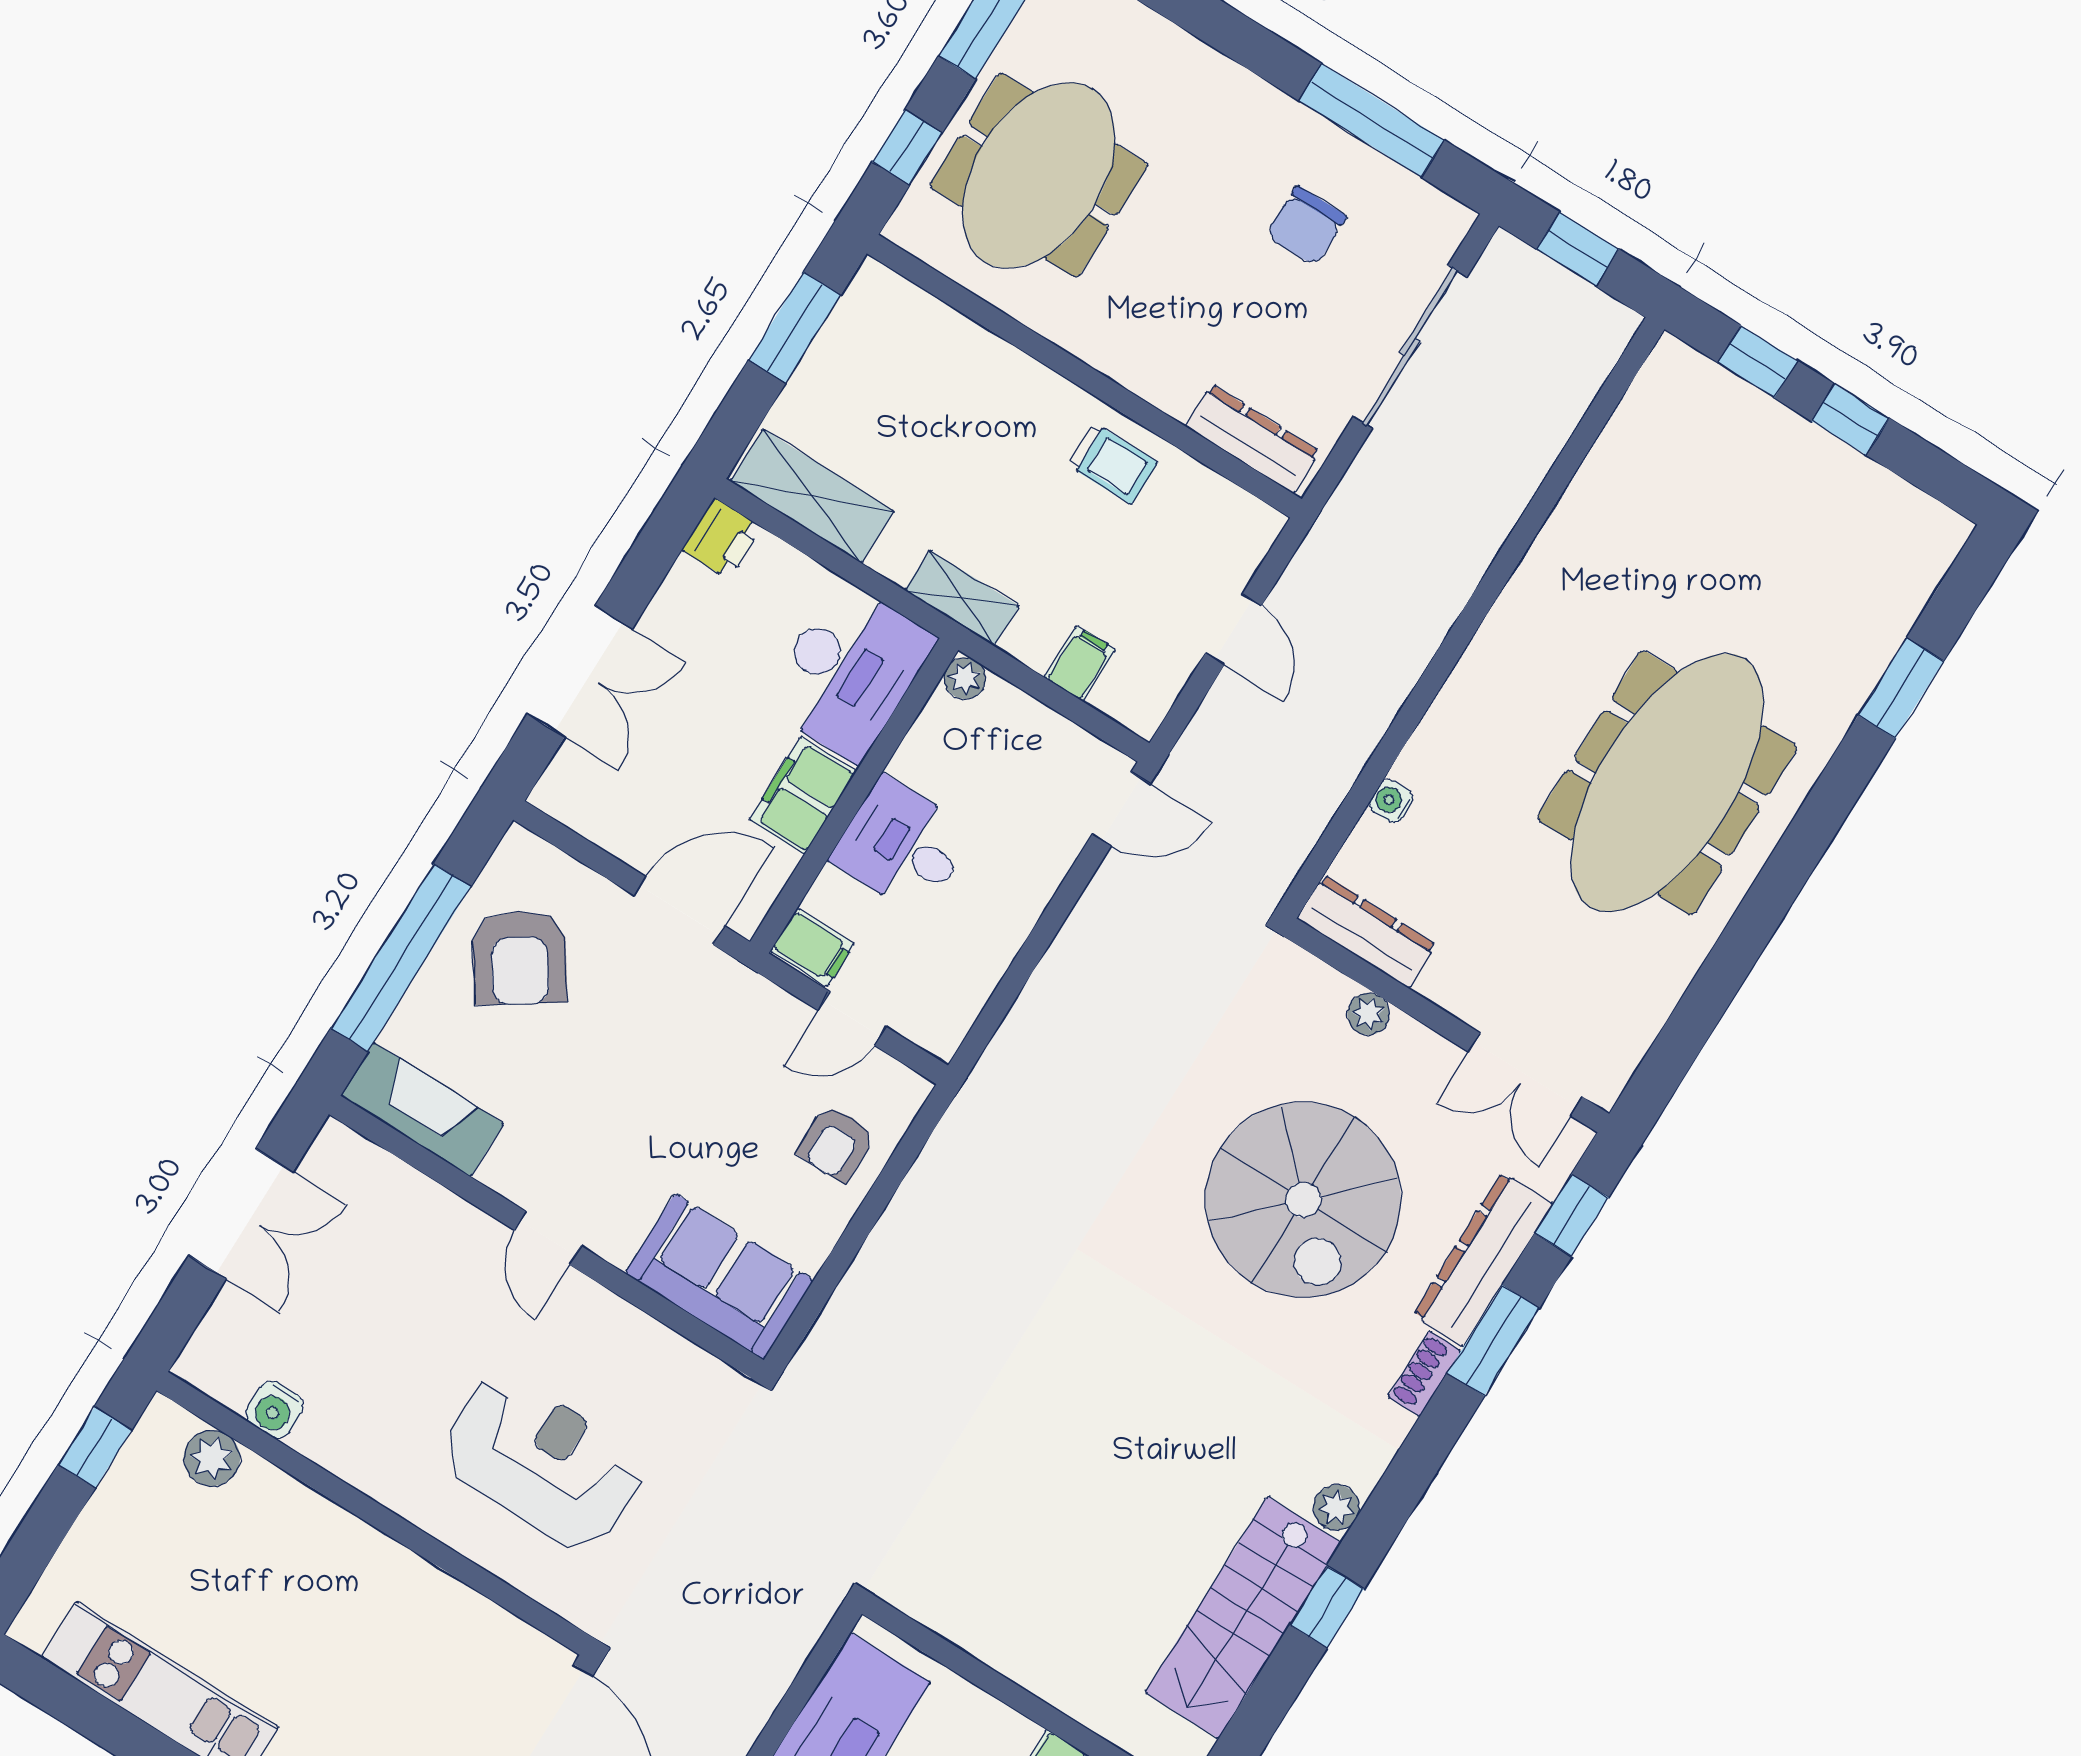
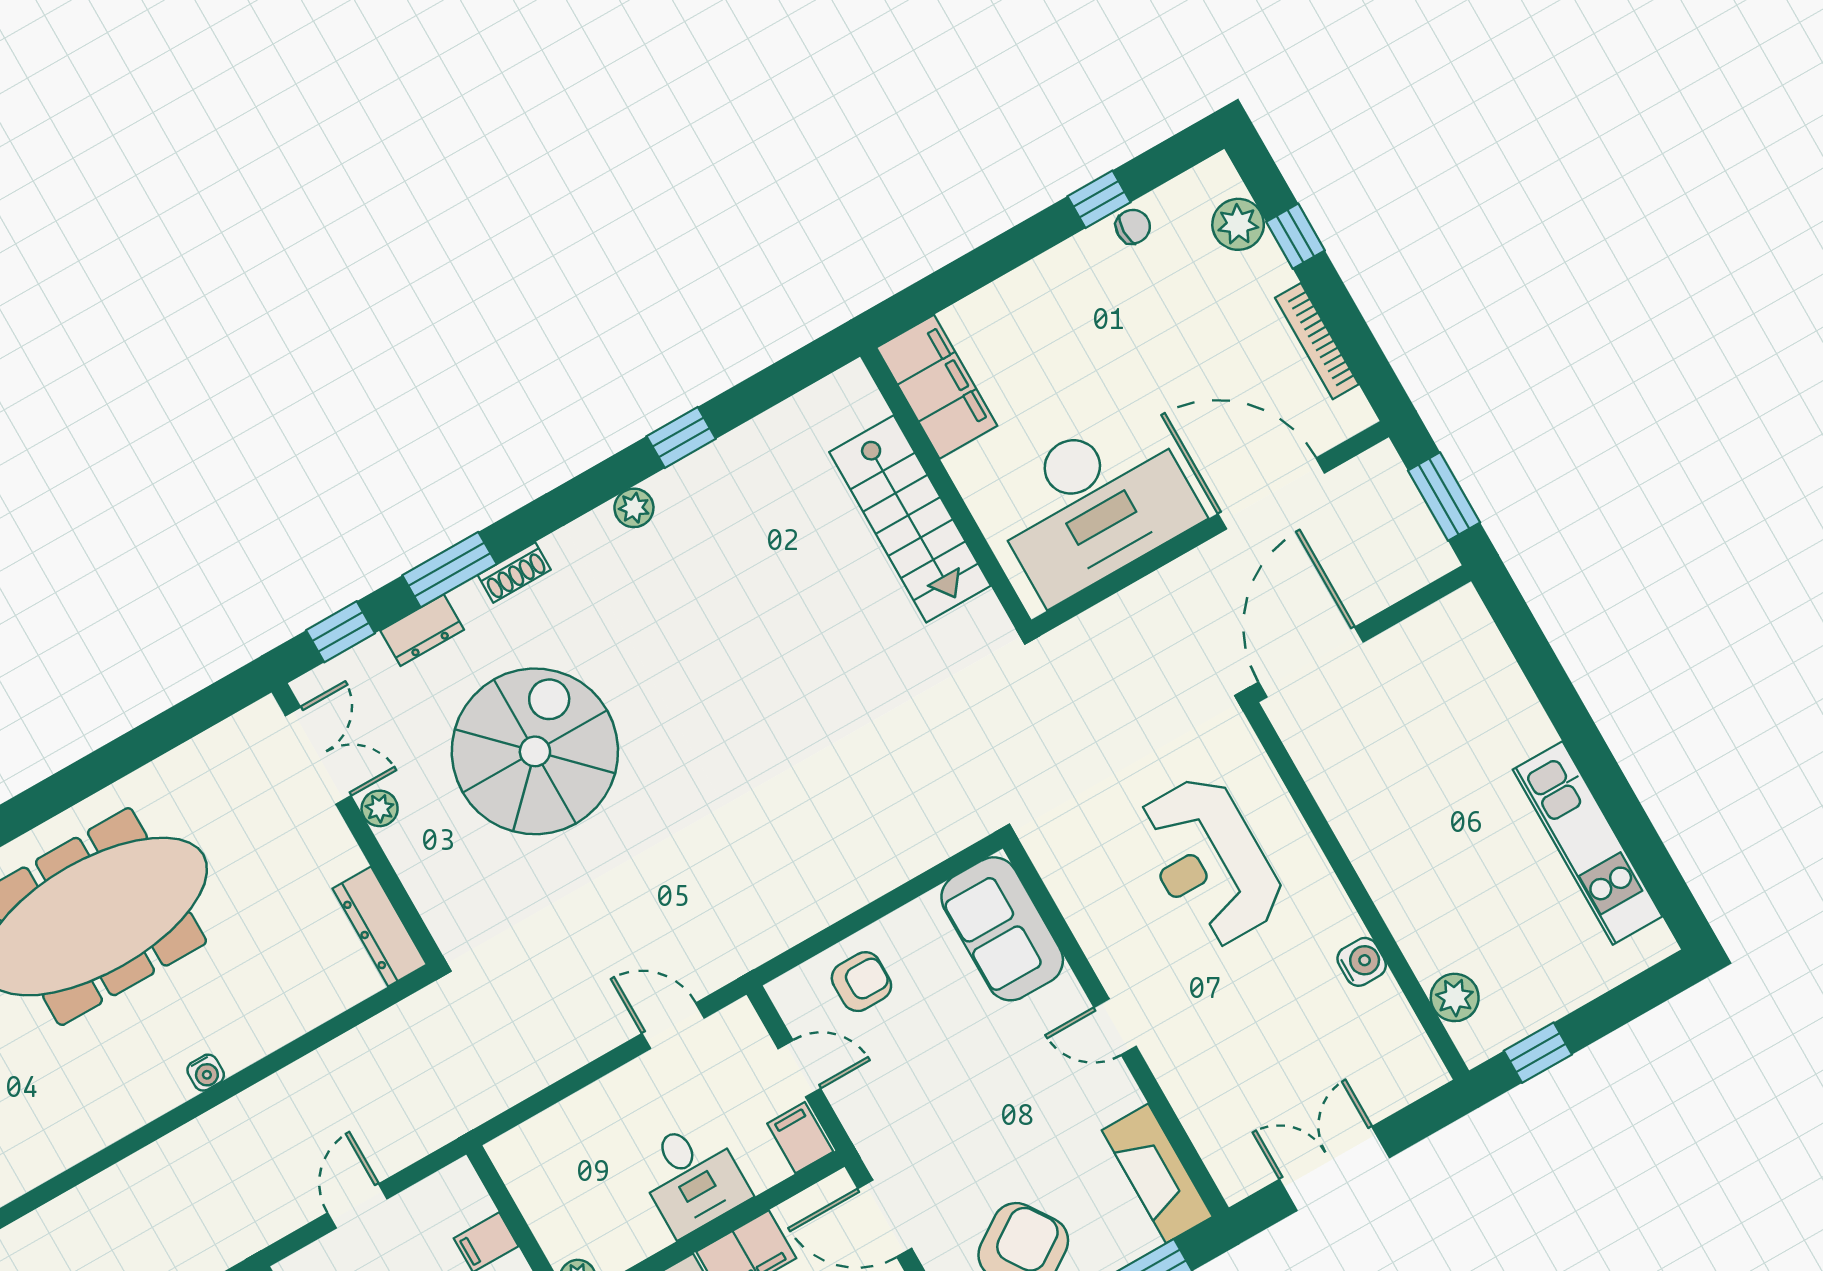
water cooler: (1391, 801) -> (206, 1073), moved
door: (1121, 809) -> (673, 1026), moved
plant: (1368, 1014) -> (380, 808), moved
door: (548, 1238) -> (1115, 1027), swing flipped
dresser: (1483, 1259) -> (422, 630), width x0.51, depth x0.80
water cooler: (275, 1410) -> (1362, 962), moved
stairs: (1243, 1618) -> (910, 519), moved, turned 90

